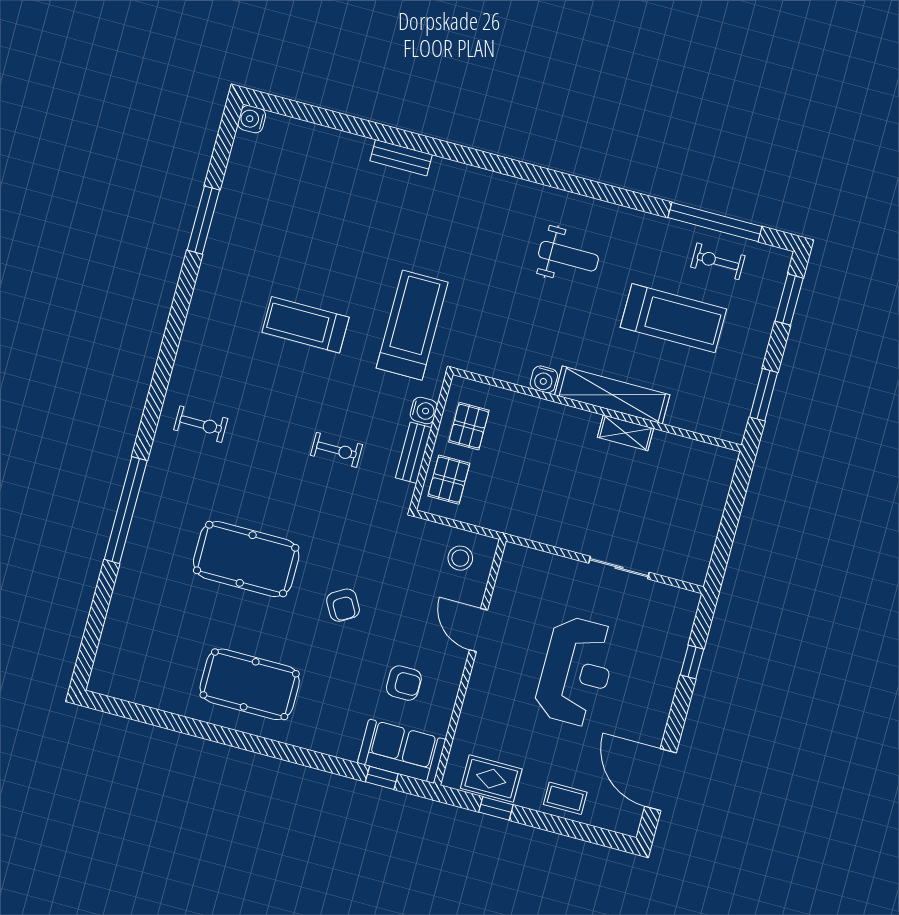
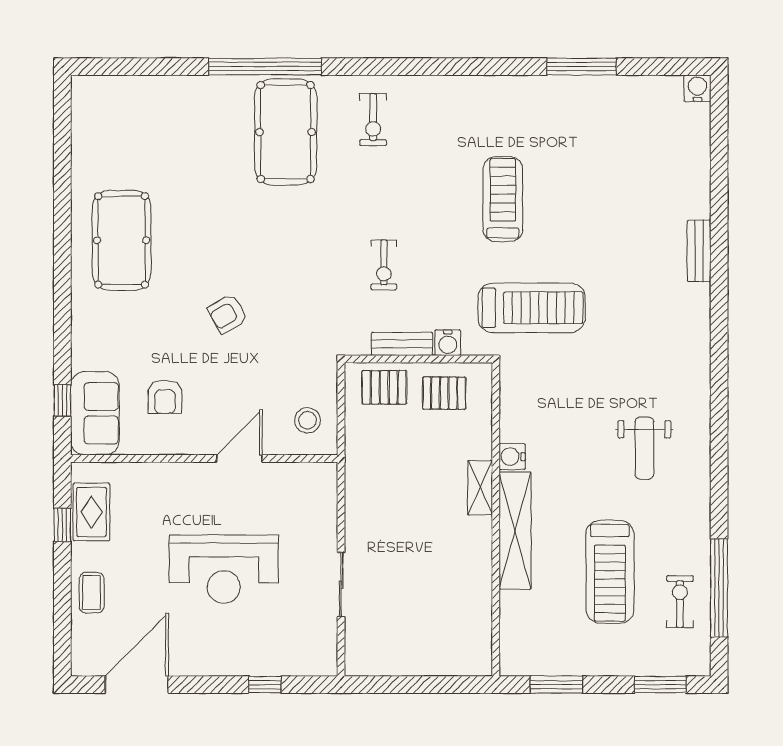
shelving: (625, 433) -> (480, 488), moved
pool table: (246, 559) -> (286, 132), moved

